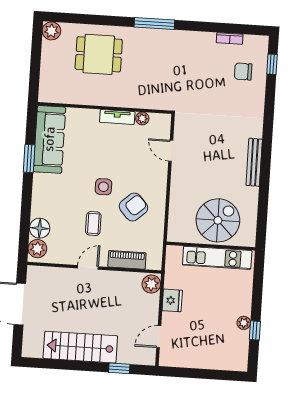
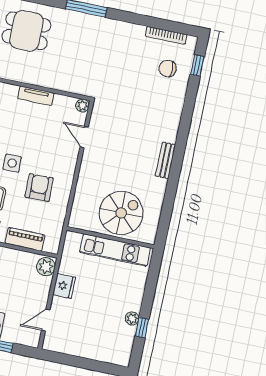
bookcase: (230, 38) -> (166, 35), width x1.56
plant: (142, 118) -> (83, 105), moved
bench: (254, 162) -> (165, 160), width x0.73
armchair: (133, 207) -> (39, 188), turned -49

